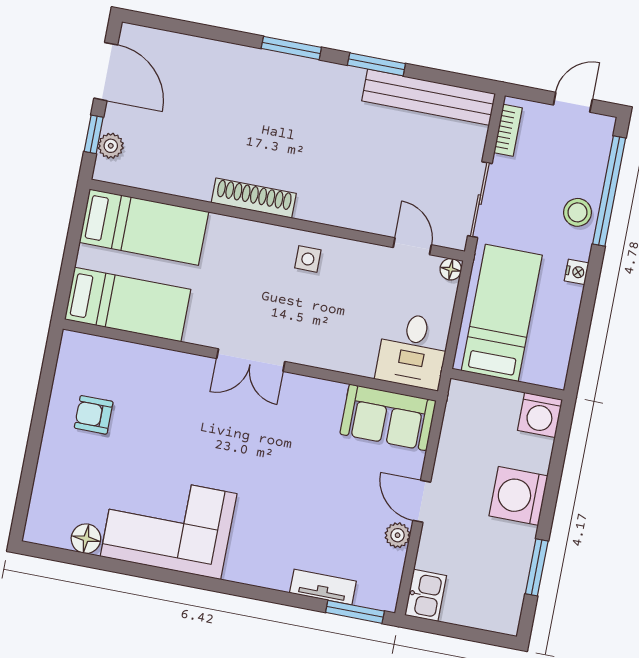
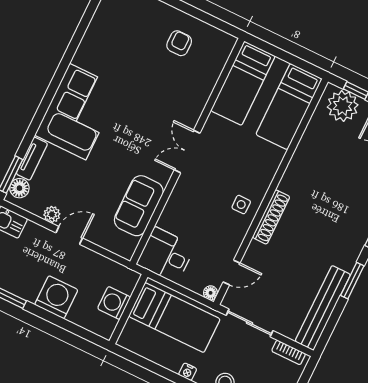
plant: (111, 146) -> (343, 106), width x1.88, depth x1.88
shoe rack: (254, 198) -> (271, 217), moved
washing machine: (540, 415) -> (114, 303), moved
sofa: (388, 417) -> (139, 206), moved
corner sofa: (169, 525) -> (78, 112), moved
floor lamp: (86, 539) -> (19, 188), moved

